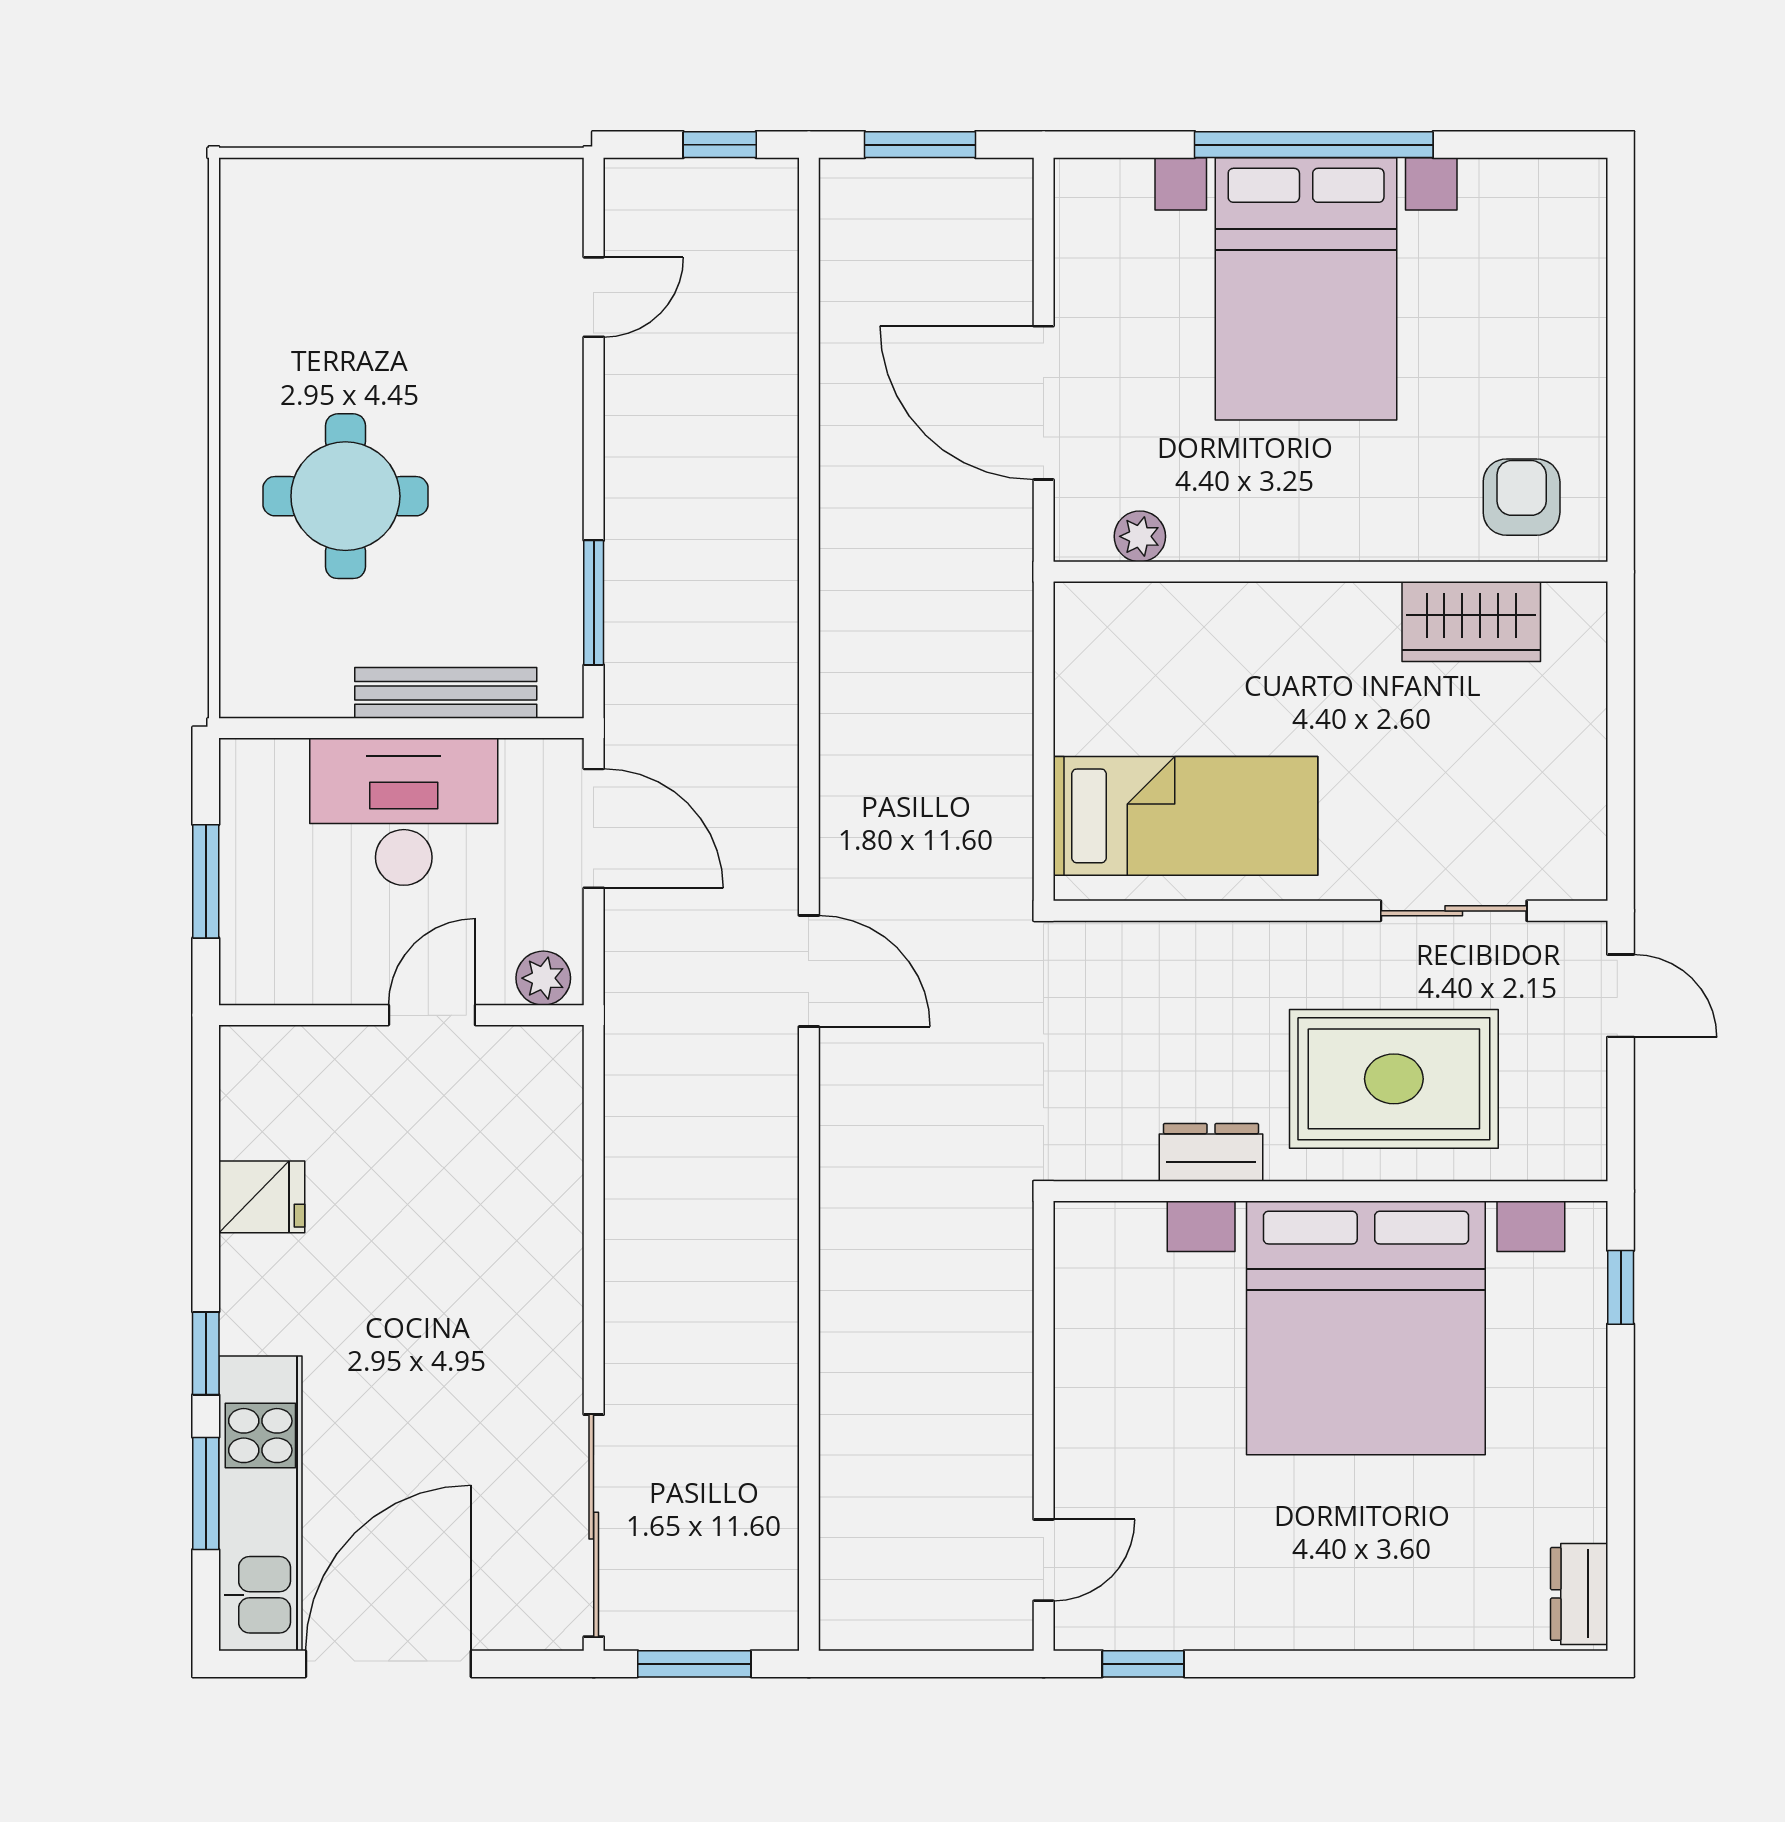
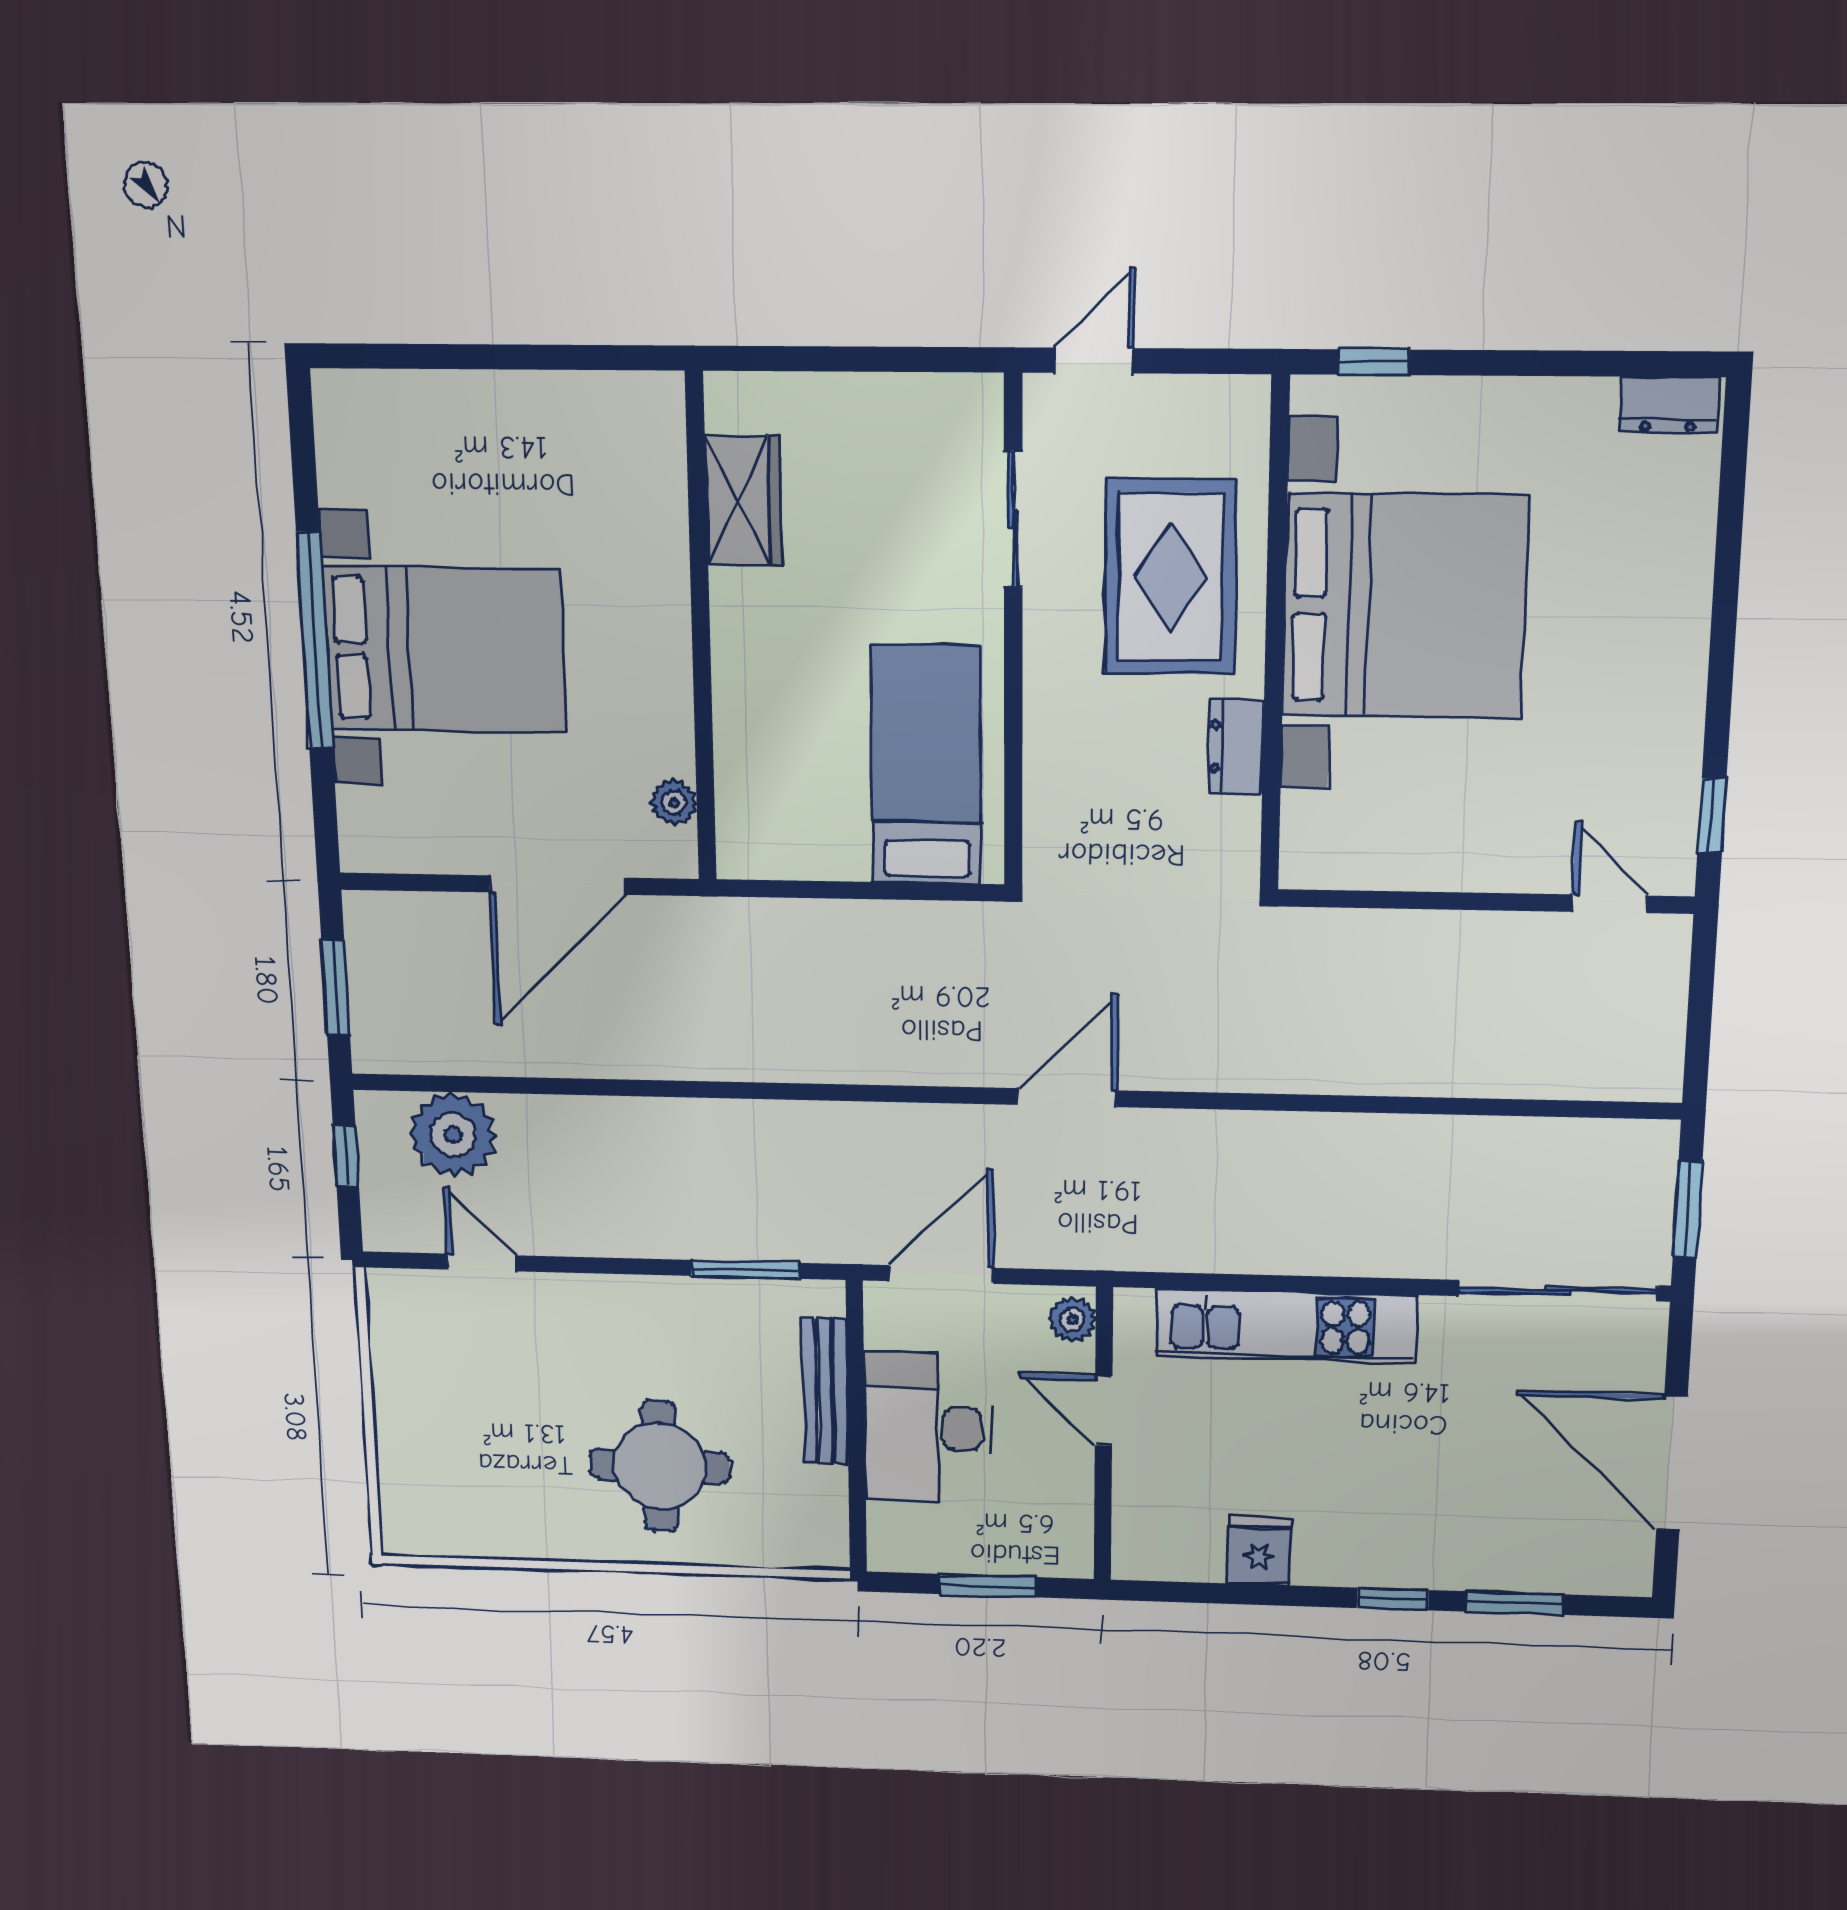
plant: (749, 270) -> (453, 1134), added
armchair: (1522, 497) -> (627, 452), removed
kitchen unit: (260, 1503) -> (1285, 1326), moved, turned 180

